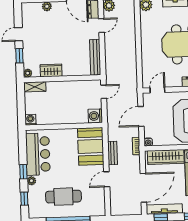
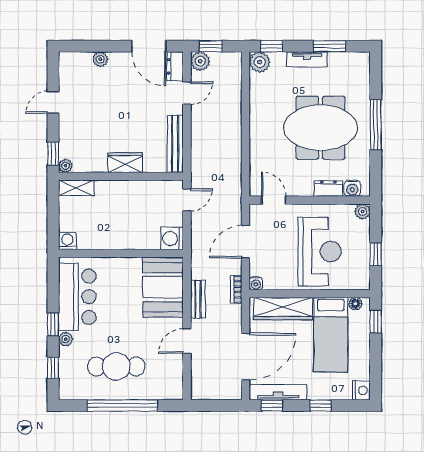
window: (19, 56) -> (53, 154), moved
wardrobe: (51, 70) -> (125, 163), moved
door: (157, 90) -> (274, 200), hinge flipped

